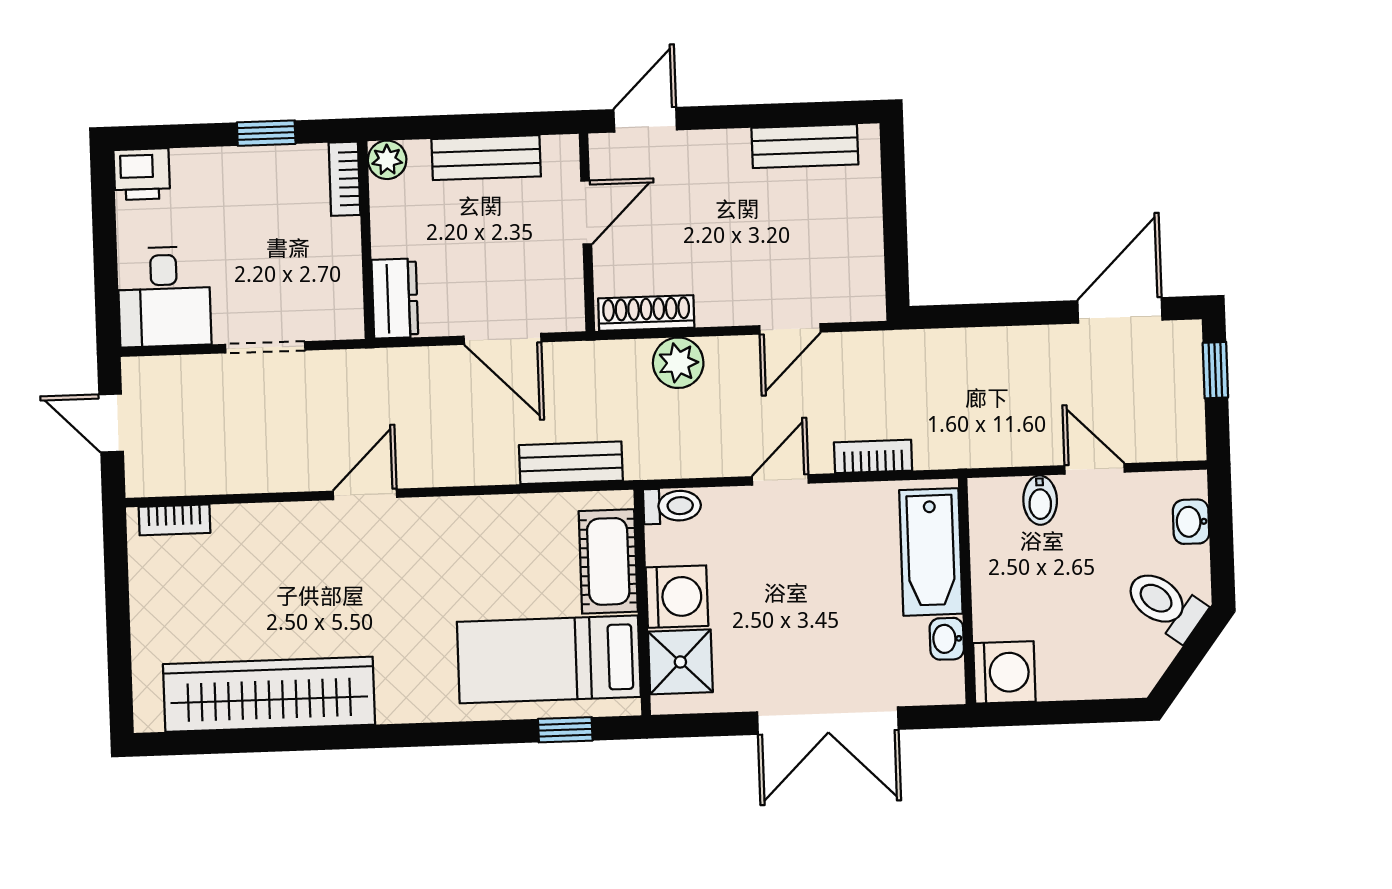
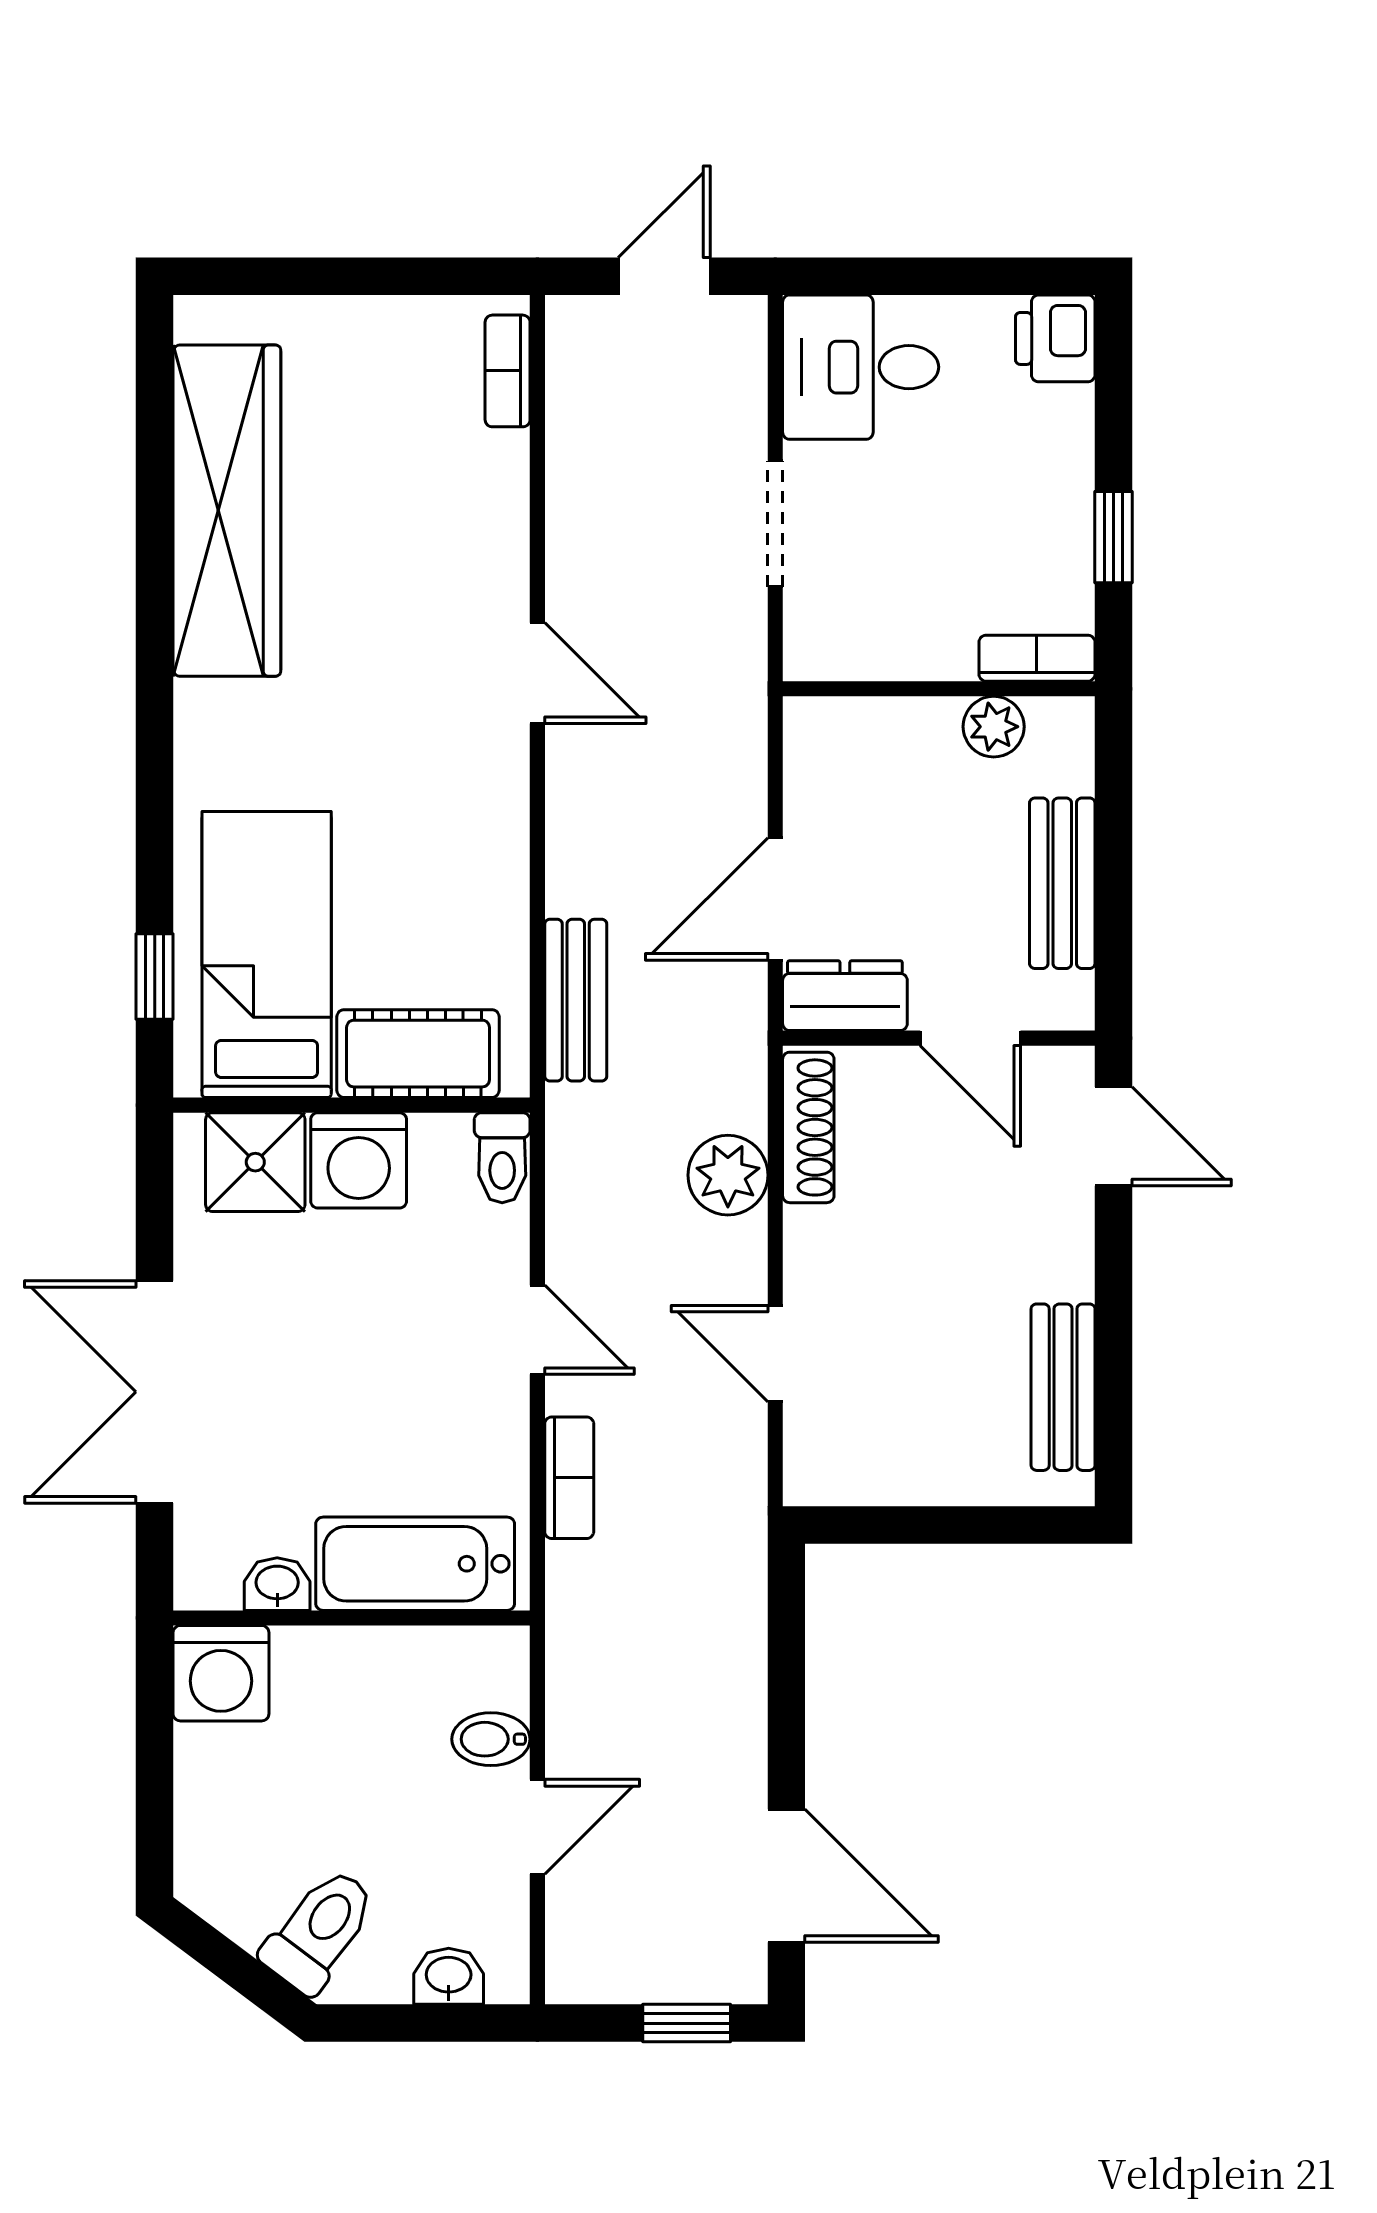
plant: (387, 160) -> (994, 727), moved
dresser: (395, 299) -> (845, 996), moved, turned 180

